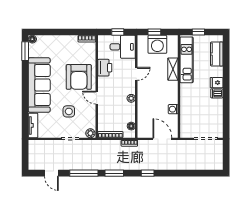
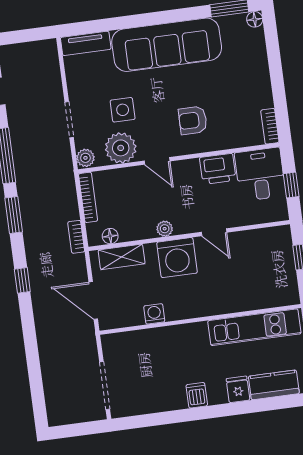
washing machine: (157, 44) -> (177, 258), moved, turned -90
desk: (123, 47) -> (260, 174), moved, turned 180
shelving: (173, 69) -> (122, 257), moved
armchair: (79, 77) -> (193, 120), width x0.53, depth x0.53
fridge: (217, 83) -> (238, 389), moved
door: (97, 98) -> (157, 161), swing flipped
plant: (88, 115) -> (121, 148), added
door: (162, 139) -> (93, 301), swing flipped

